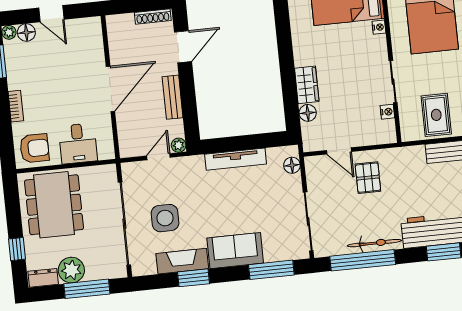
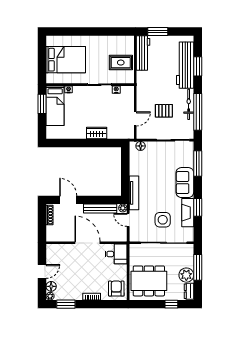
bench: (173, 97) -> (100, 209), width x1.36
floor lamp: (308, 113) -> (112, 134), removed
desk: (78, 144) -> (116, 254), moved
tv unit: (236, 159) -> (134, 193), moved
pallet: (368, 178) -> (164, 111), moved

